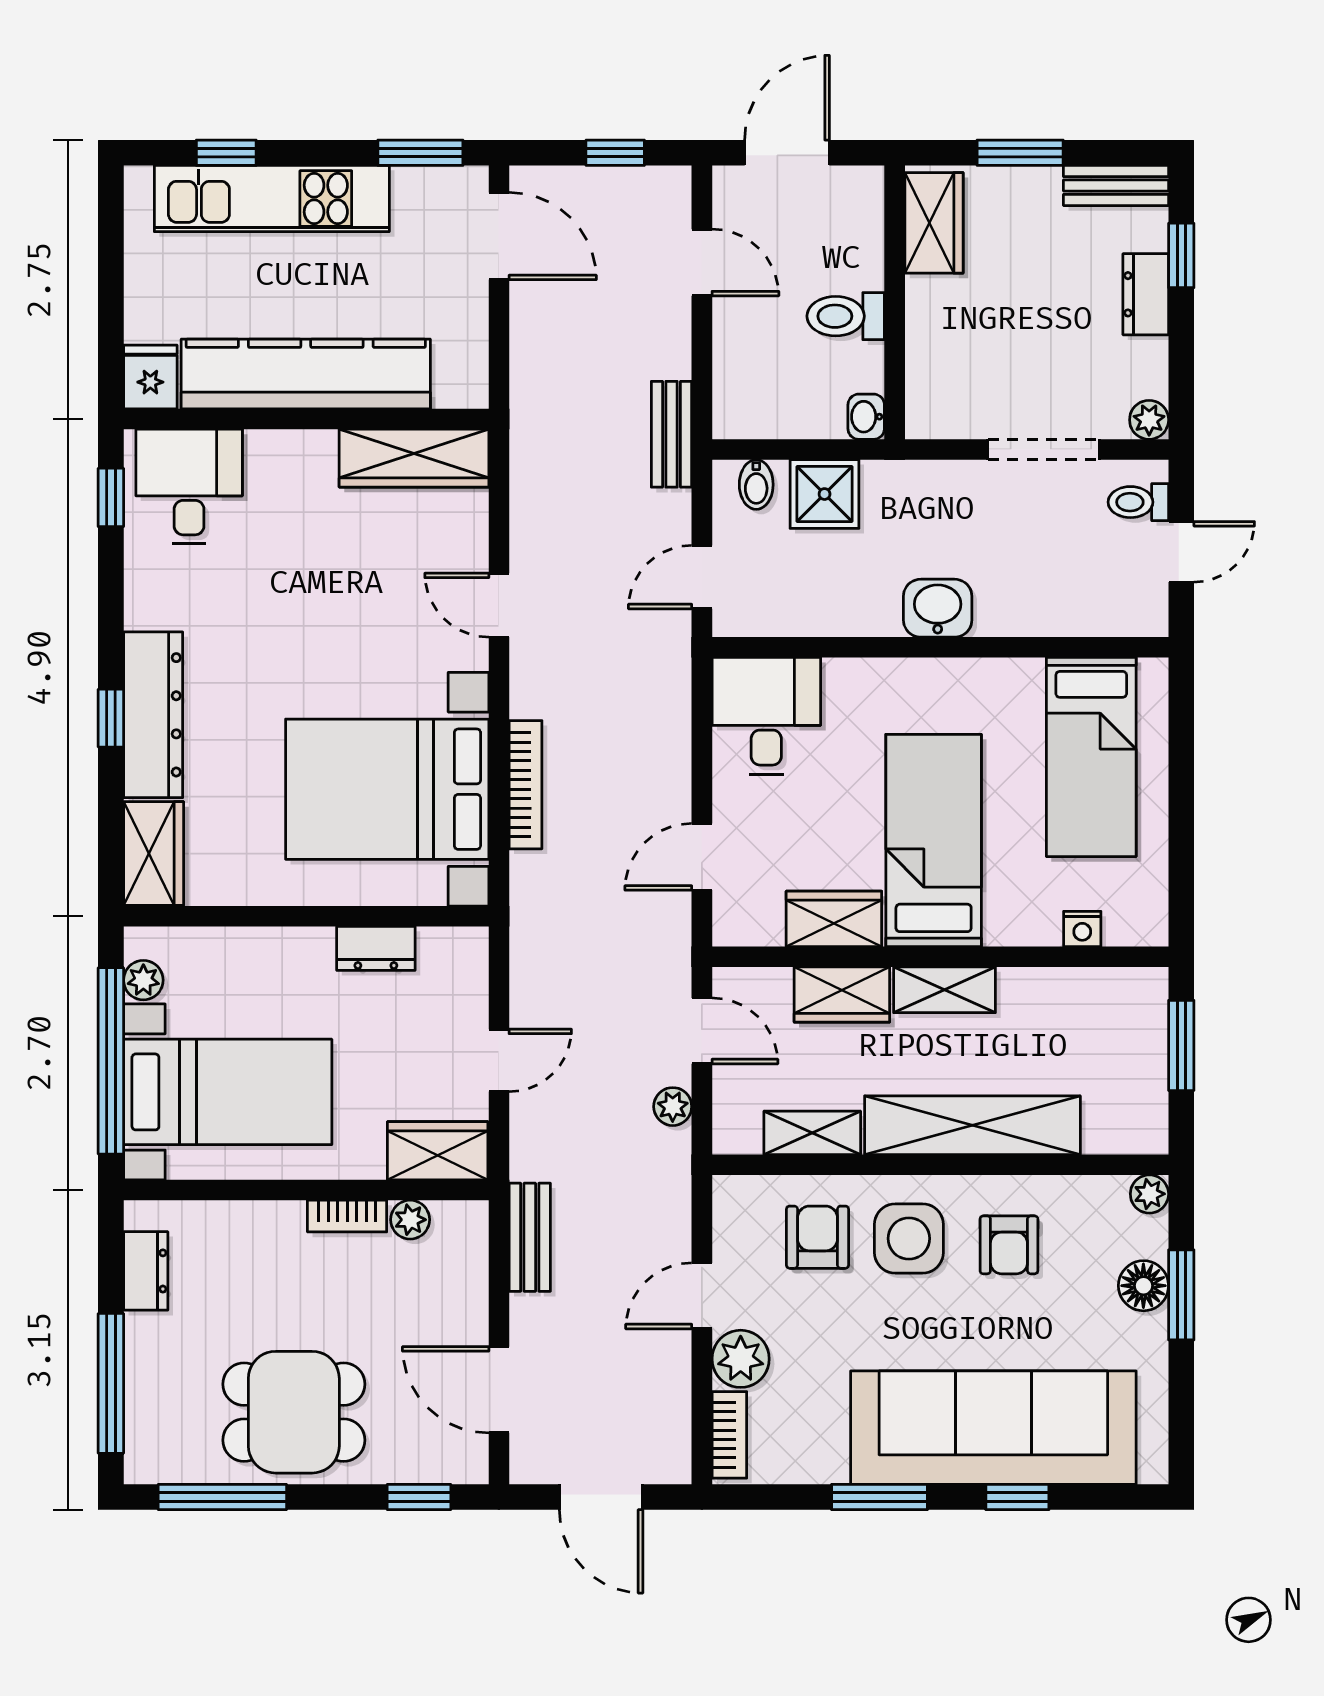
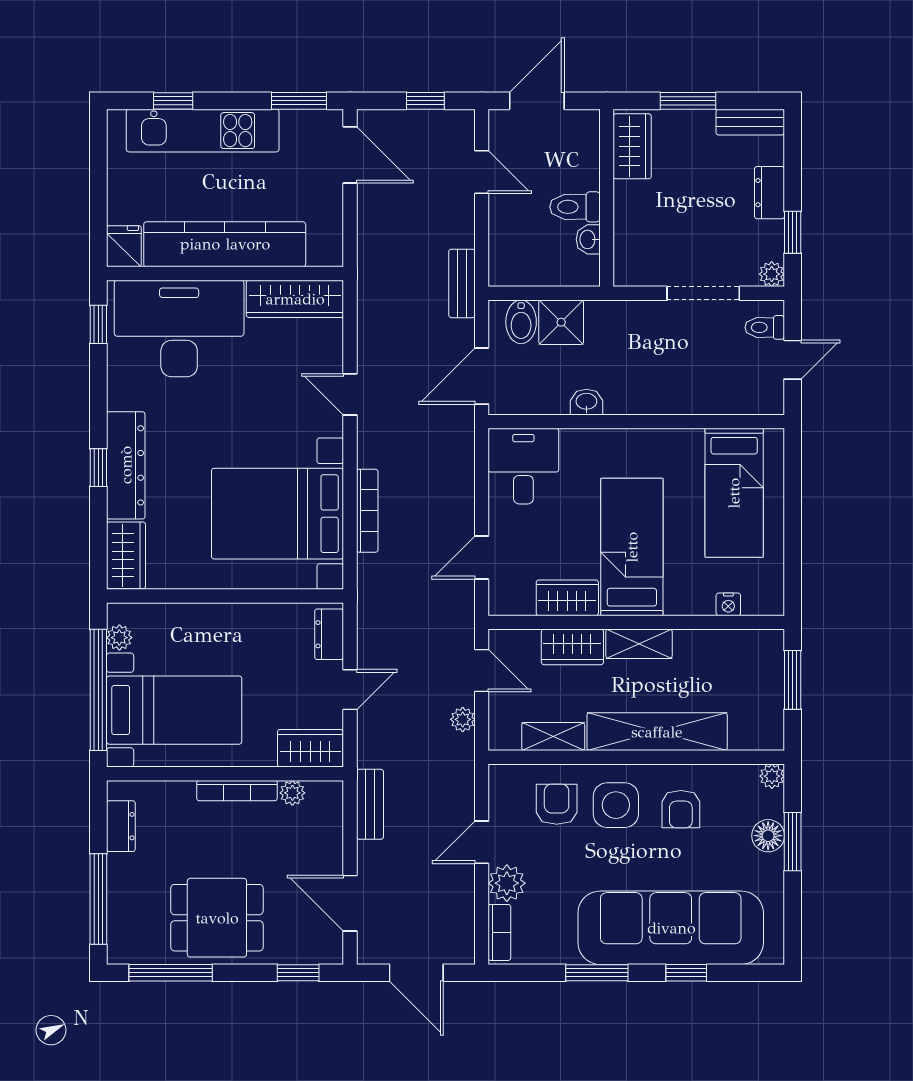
window: (1181, 255) -> (793, 232), moved
washbasin: (866, 417) -> (588, 239), moved
bidet: (756, 485) -> (521, 322), width x1.38, depth x1.36
desk: (189, 487) -> (179, 329), width x1.87, depth x1.30
door: (702, 577) -> (482, 376), width x1.37
washbasin: (938, 608) -> (586, 402), moved, width x0.72, depth x0.69
dresser: (376, 948) -> (329, 634), moved, turned 90
bookcase: (347, 1216) -> (237, 791), width x1.56

